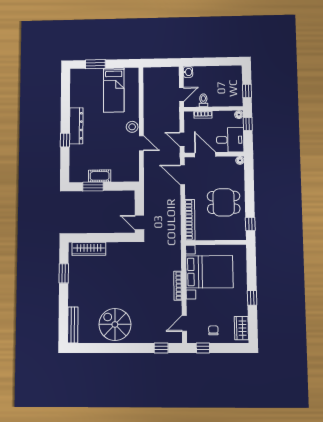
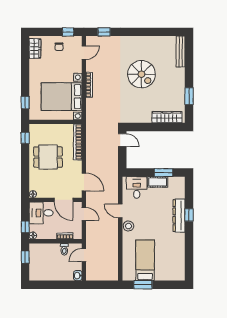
window: (95, 64) -> (143, 285), moved
dresser: (76, 126) -> (179, 216), moved
desk: (123, 169) -> (137, 187), added
window: (252, 298) -> (25, 103), moved
spiral stairs: (115, 324) -> (141, 74), moved

